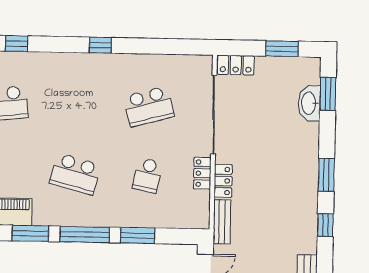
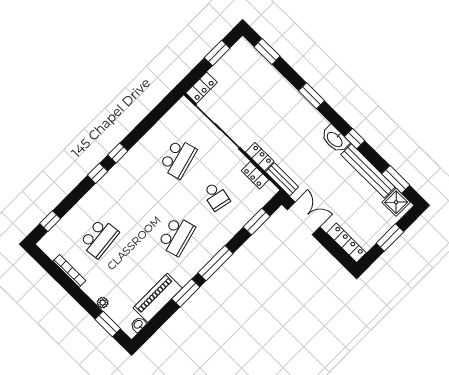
window: (17, 44) -> (98, 173), moved
washbasin: (309, 103) -> (335, 139), moved
locker: (202, 173) -> (255, 175), moved
school desk: (75, 174) -> (177, 236), turned -30
window: (325, 225) -> (355, 139), moved
window: (138, 235) -> (257, 222), moved

